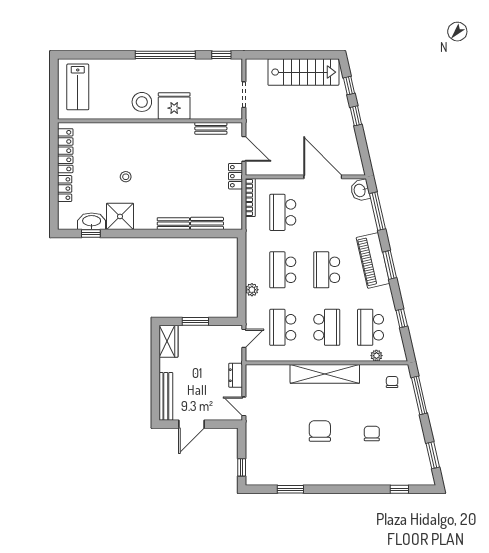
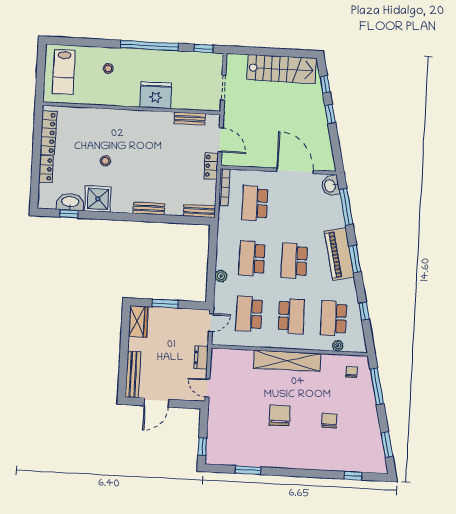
stool: (142, 102) -> (108, 68), moved, width x0.53, depth x0.53
bench: (207, 223) -> (200, 211), moved

